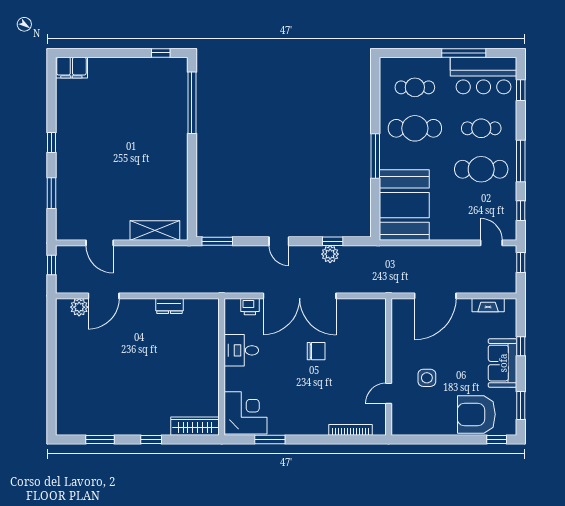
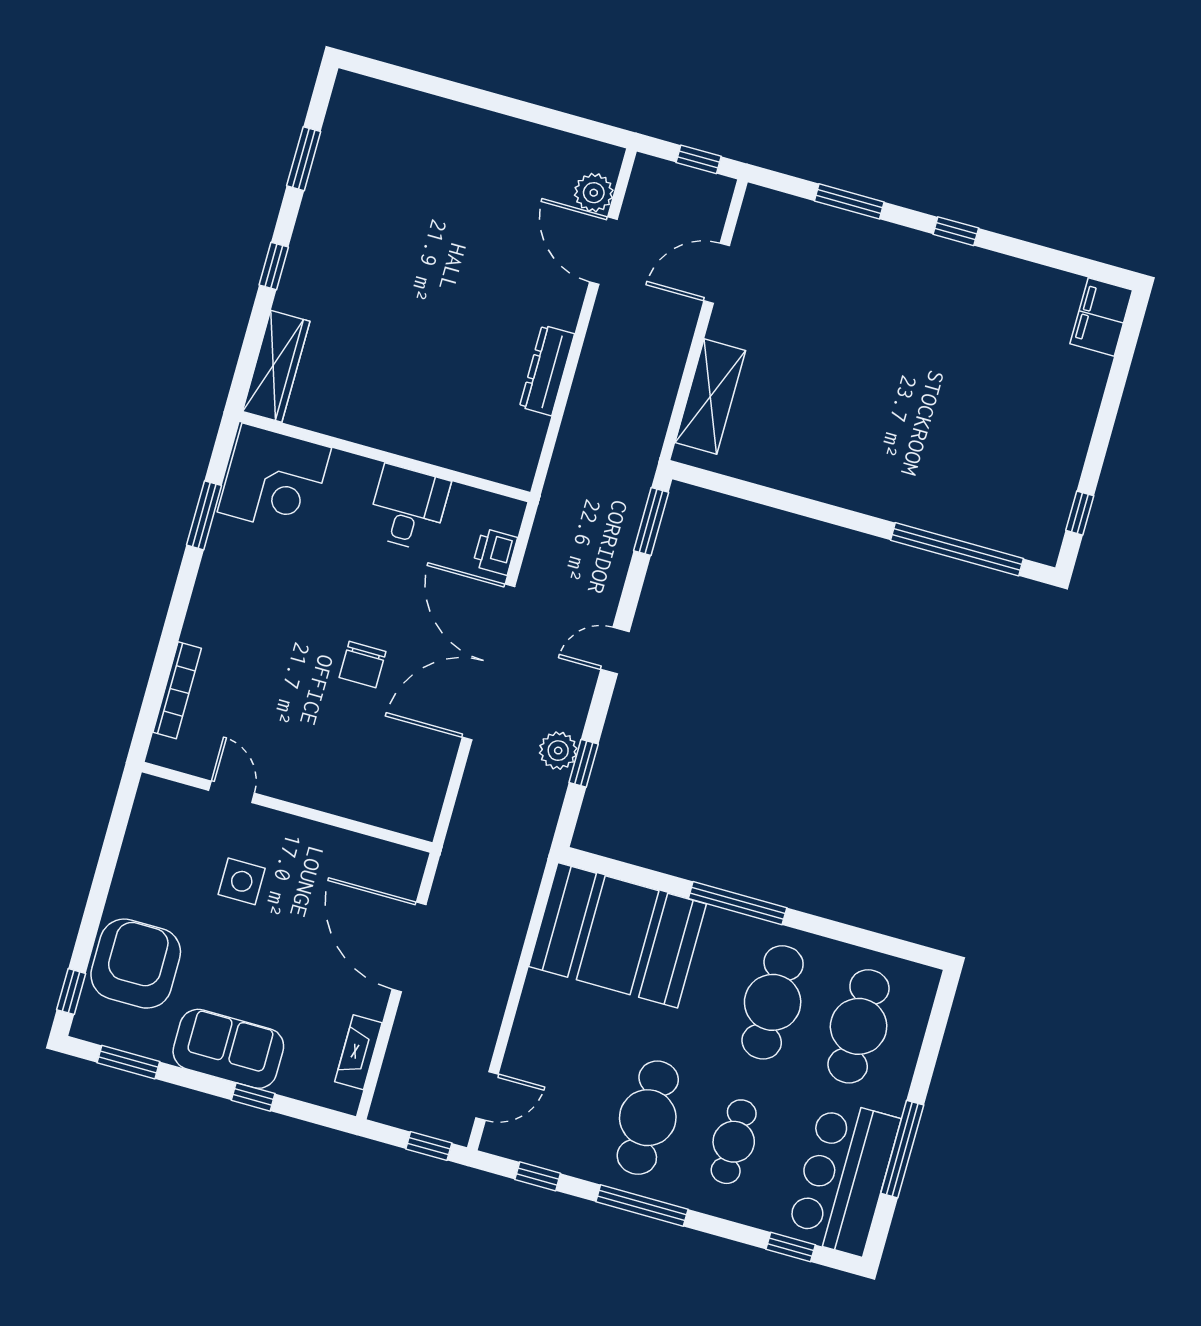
cafe table: (415, 87) -> (859, 1026), width x1.37, depth x1.35
dresser: (169, 306) -> (547, 370), width x1.44

